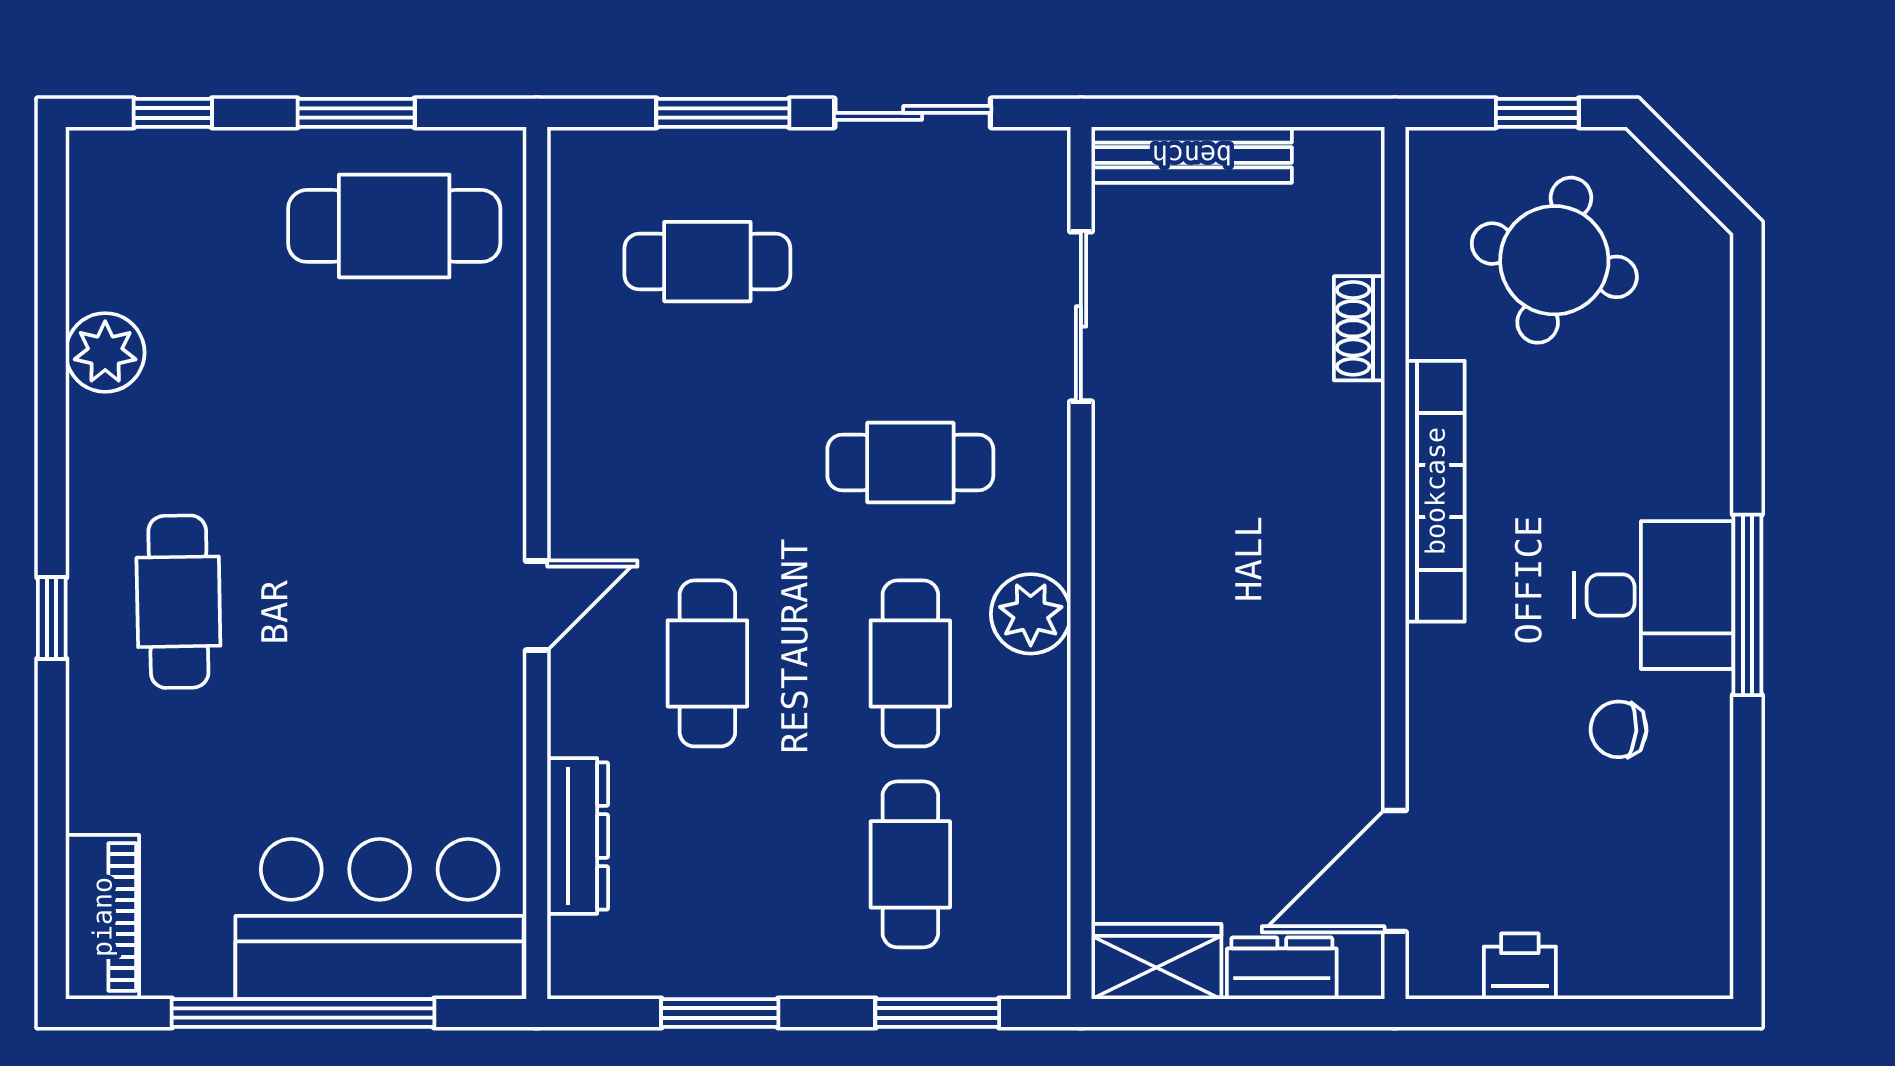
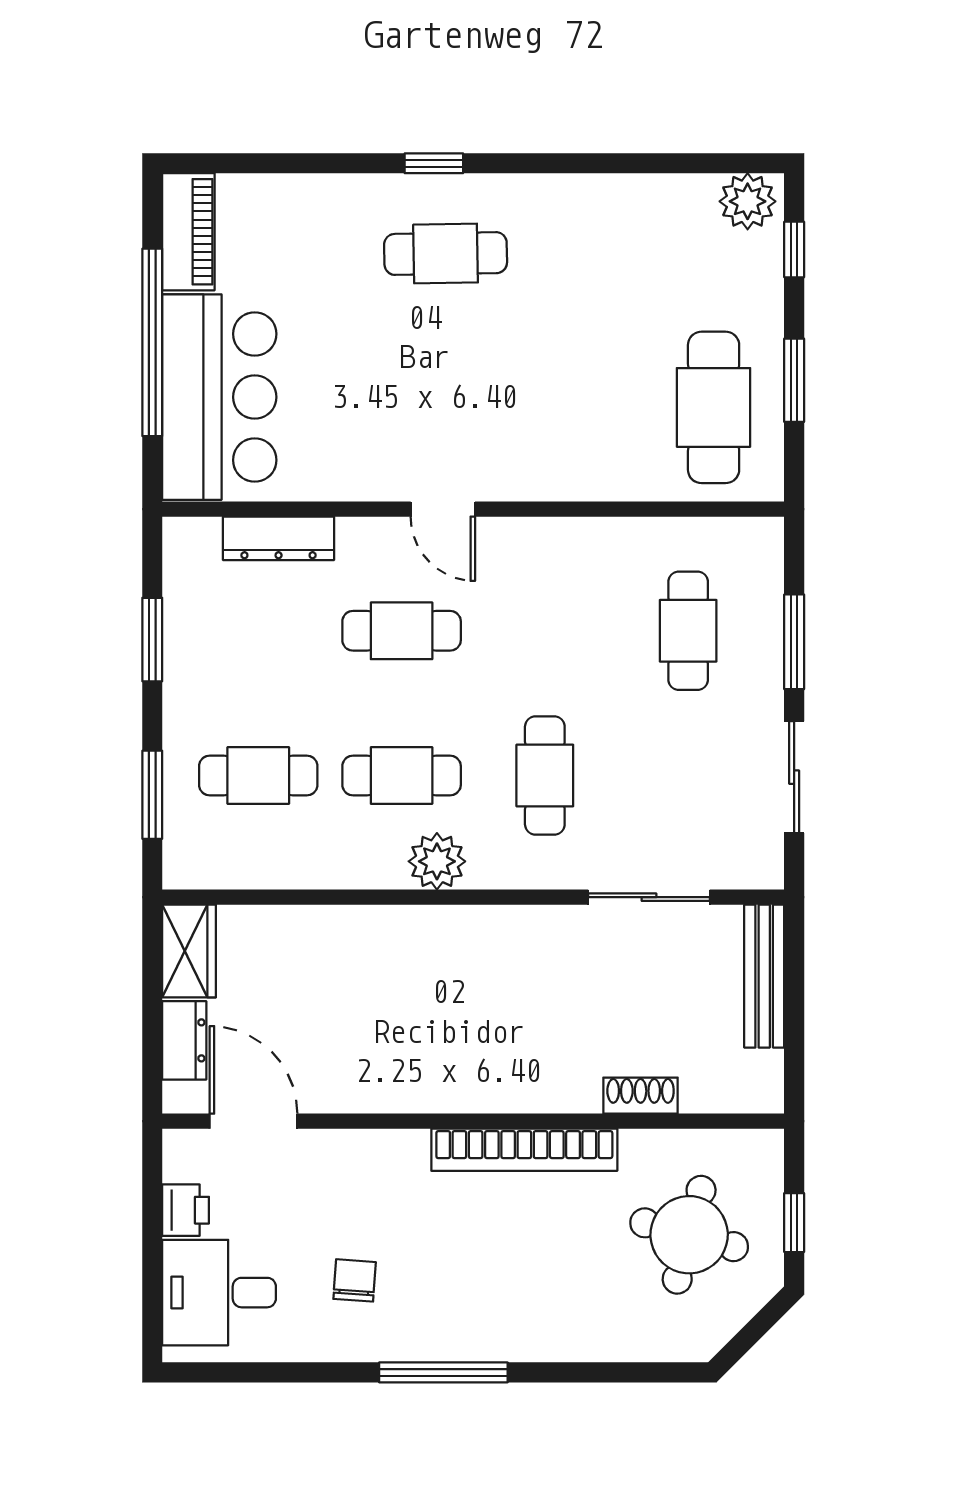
plant: (105, 352) -> (748, 201), moved
desk: (1654, 595) -> (219, 1293), moved, turned 90
piano: (102, 917) -> (188, 232), moved, turned -90

